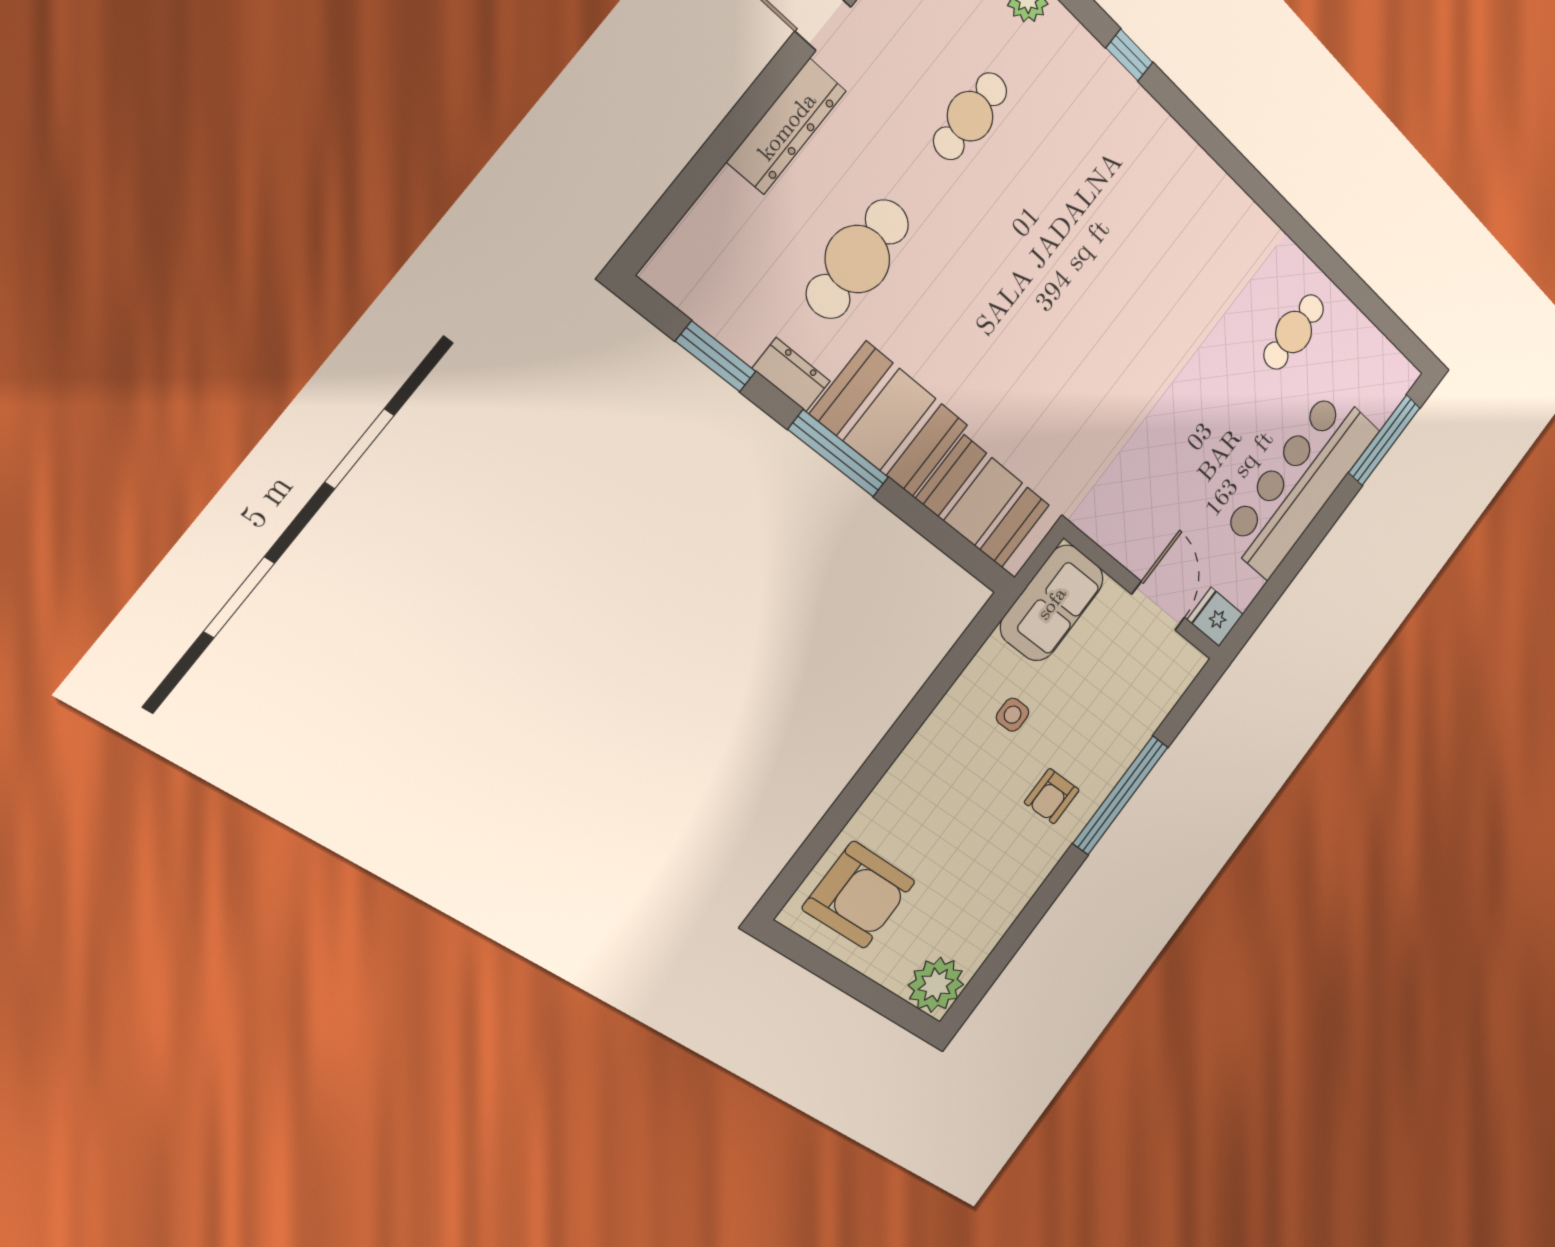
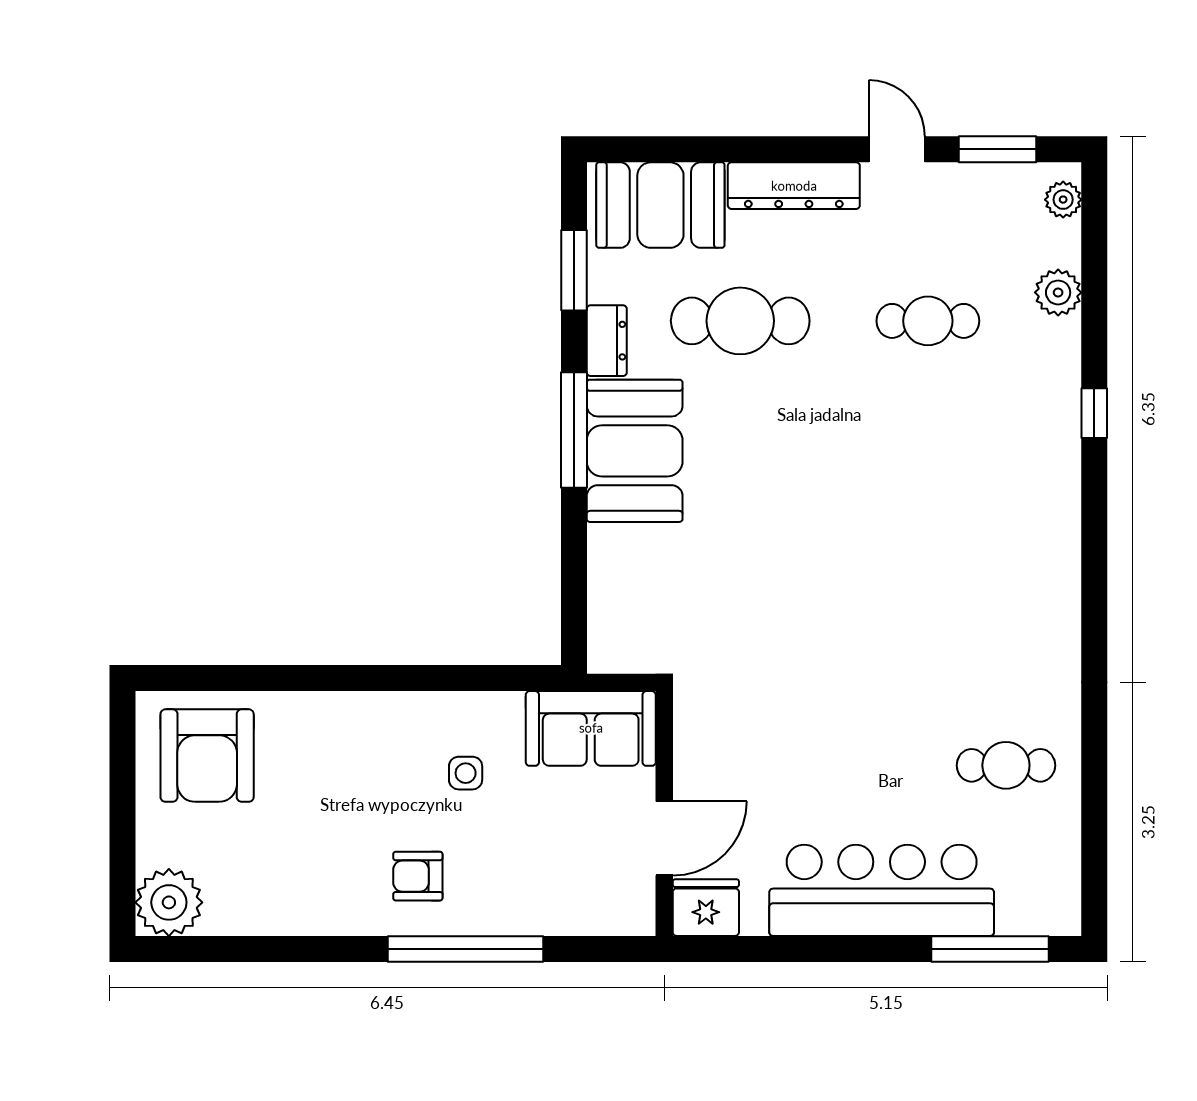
booth: (983, 502) -> (660, 205), moved, turned 90
fridge: (1215, 617) -> (706, 908), width x1.38

